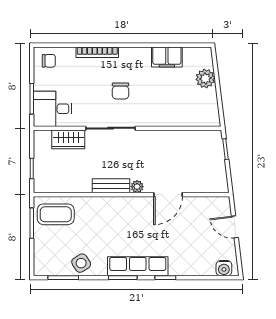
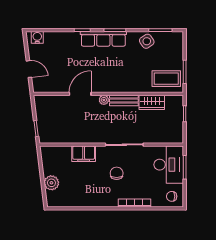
filing cabinet: (167, 57) -> (84, 154), moved, turned 180
desk: (53, 109) -> (169, 165), width x1.37
wardrobe: (68, 139) -> (152, 102), moved, turned 180

